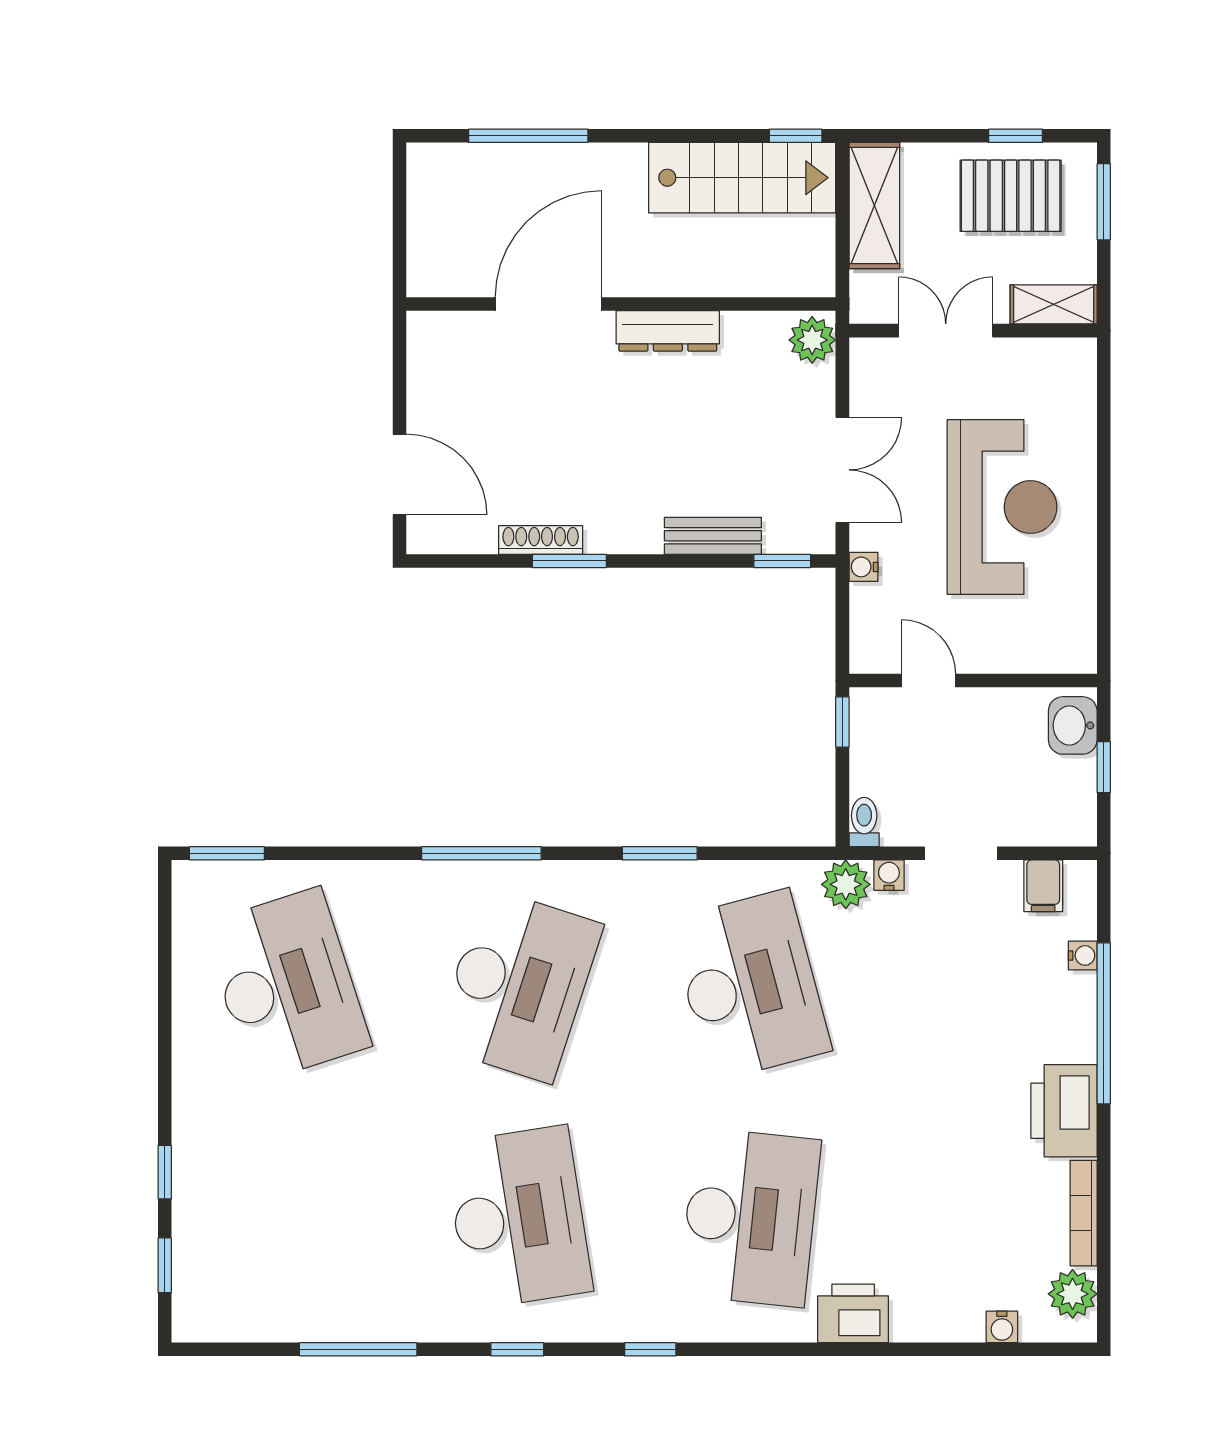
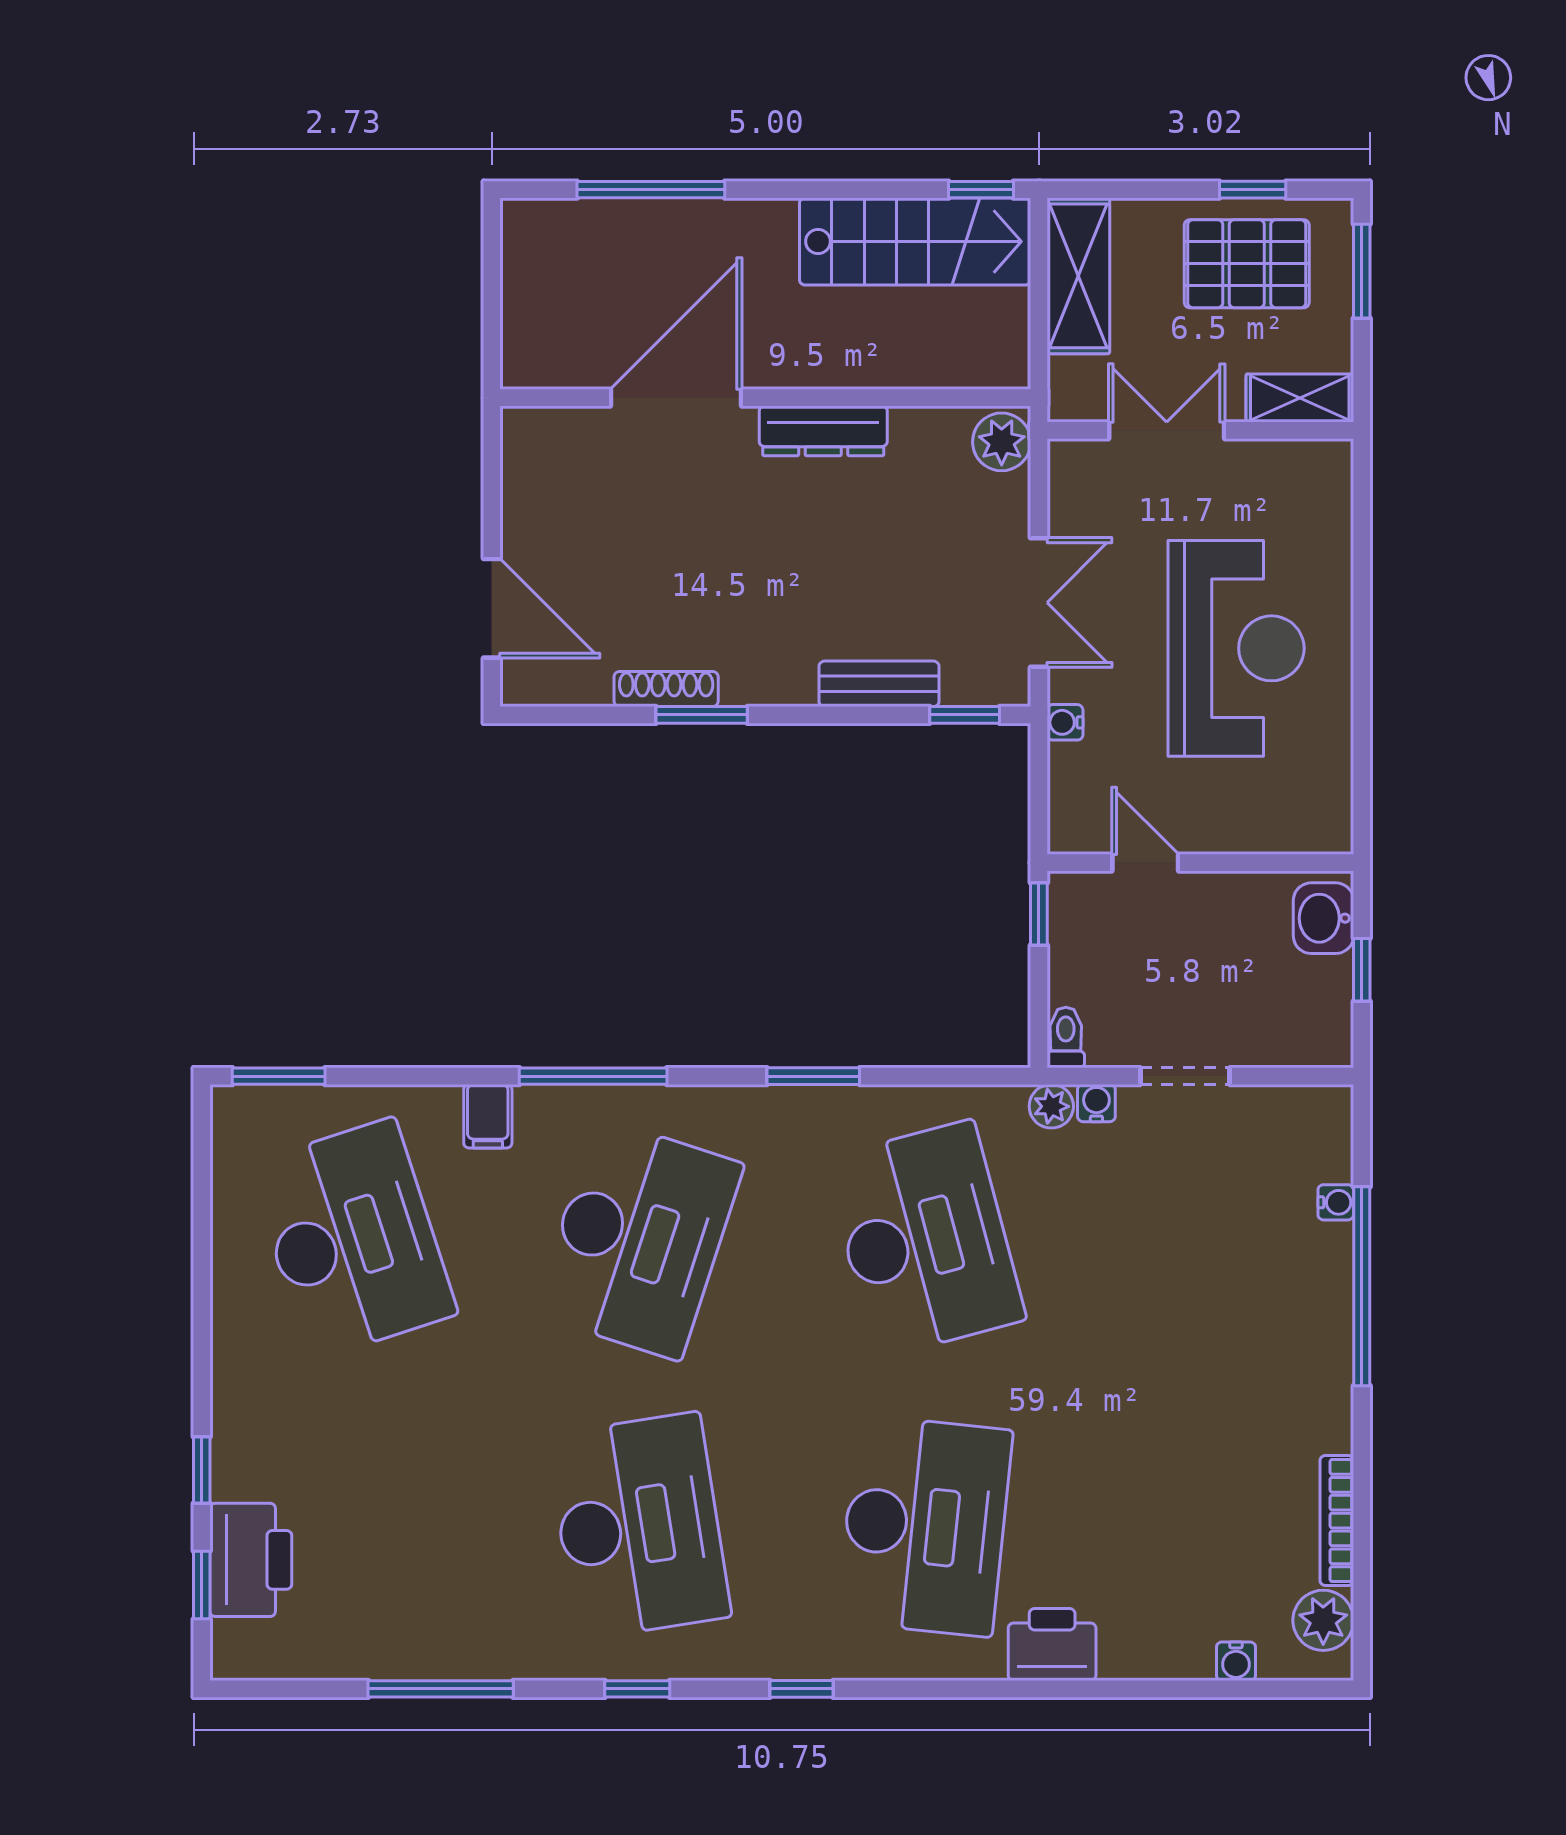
plant: (846, 884) -> (1051, 1106), width x0.73, depth x0.73
filing cabinet: (1043, 886) -> (488, 1116), moved
printer: (1064, 1111) -> (251, 1560), moved, turned 180

